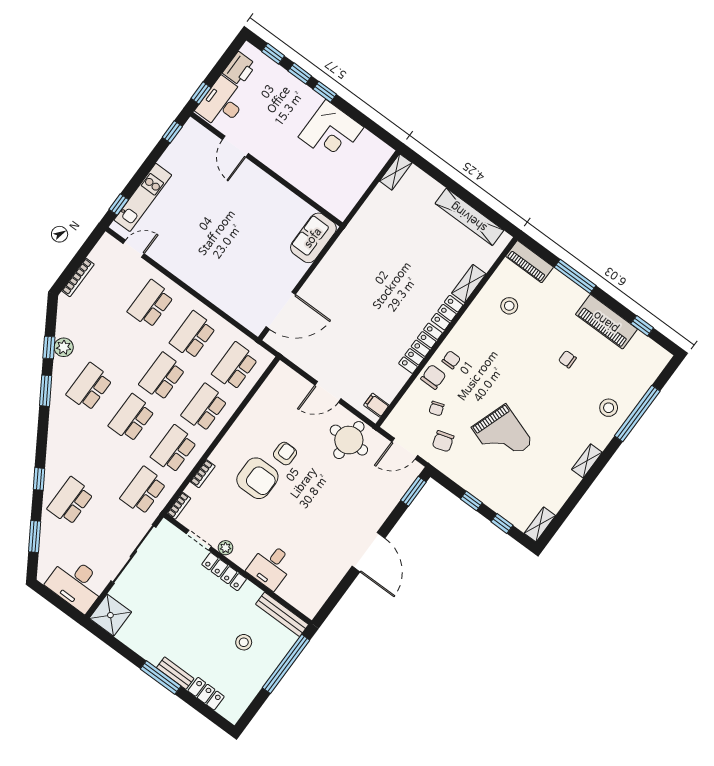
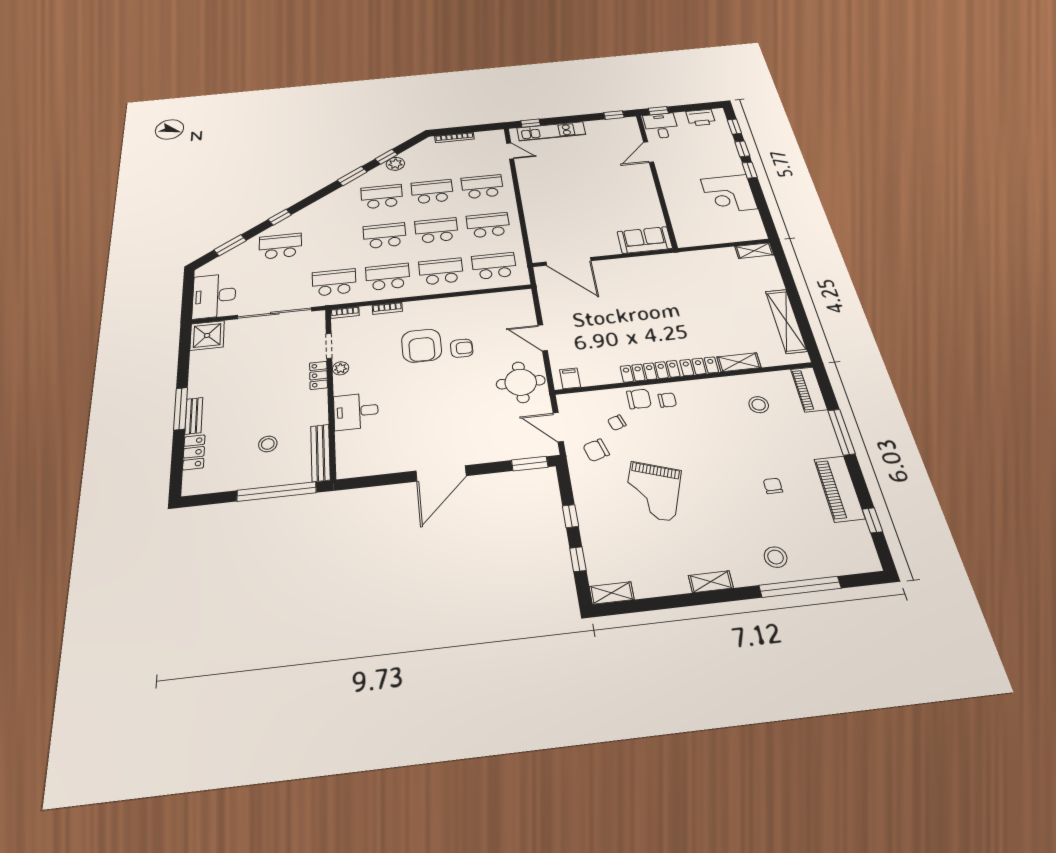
desk: (222, 103) -> (661, 126), width x0.73
school desk: (120, 345) -> (432, 192), added
locker: (224, 572) -> (318, 375), width x0.66

